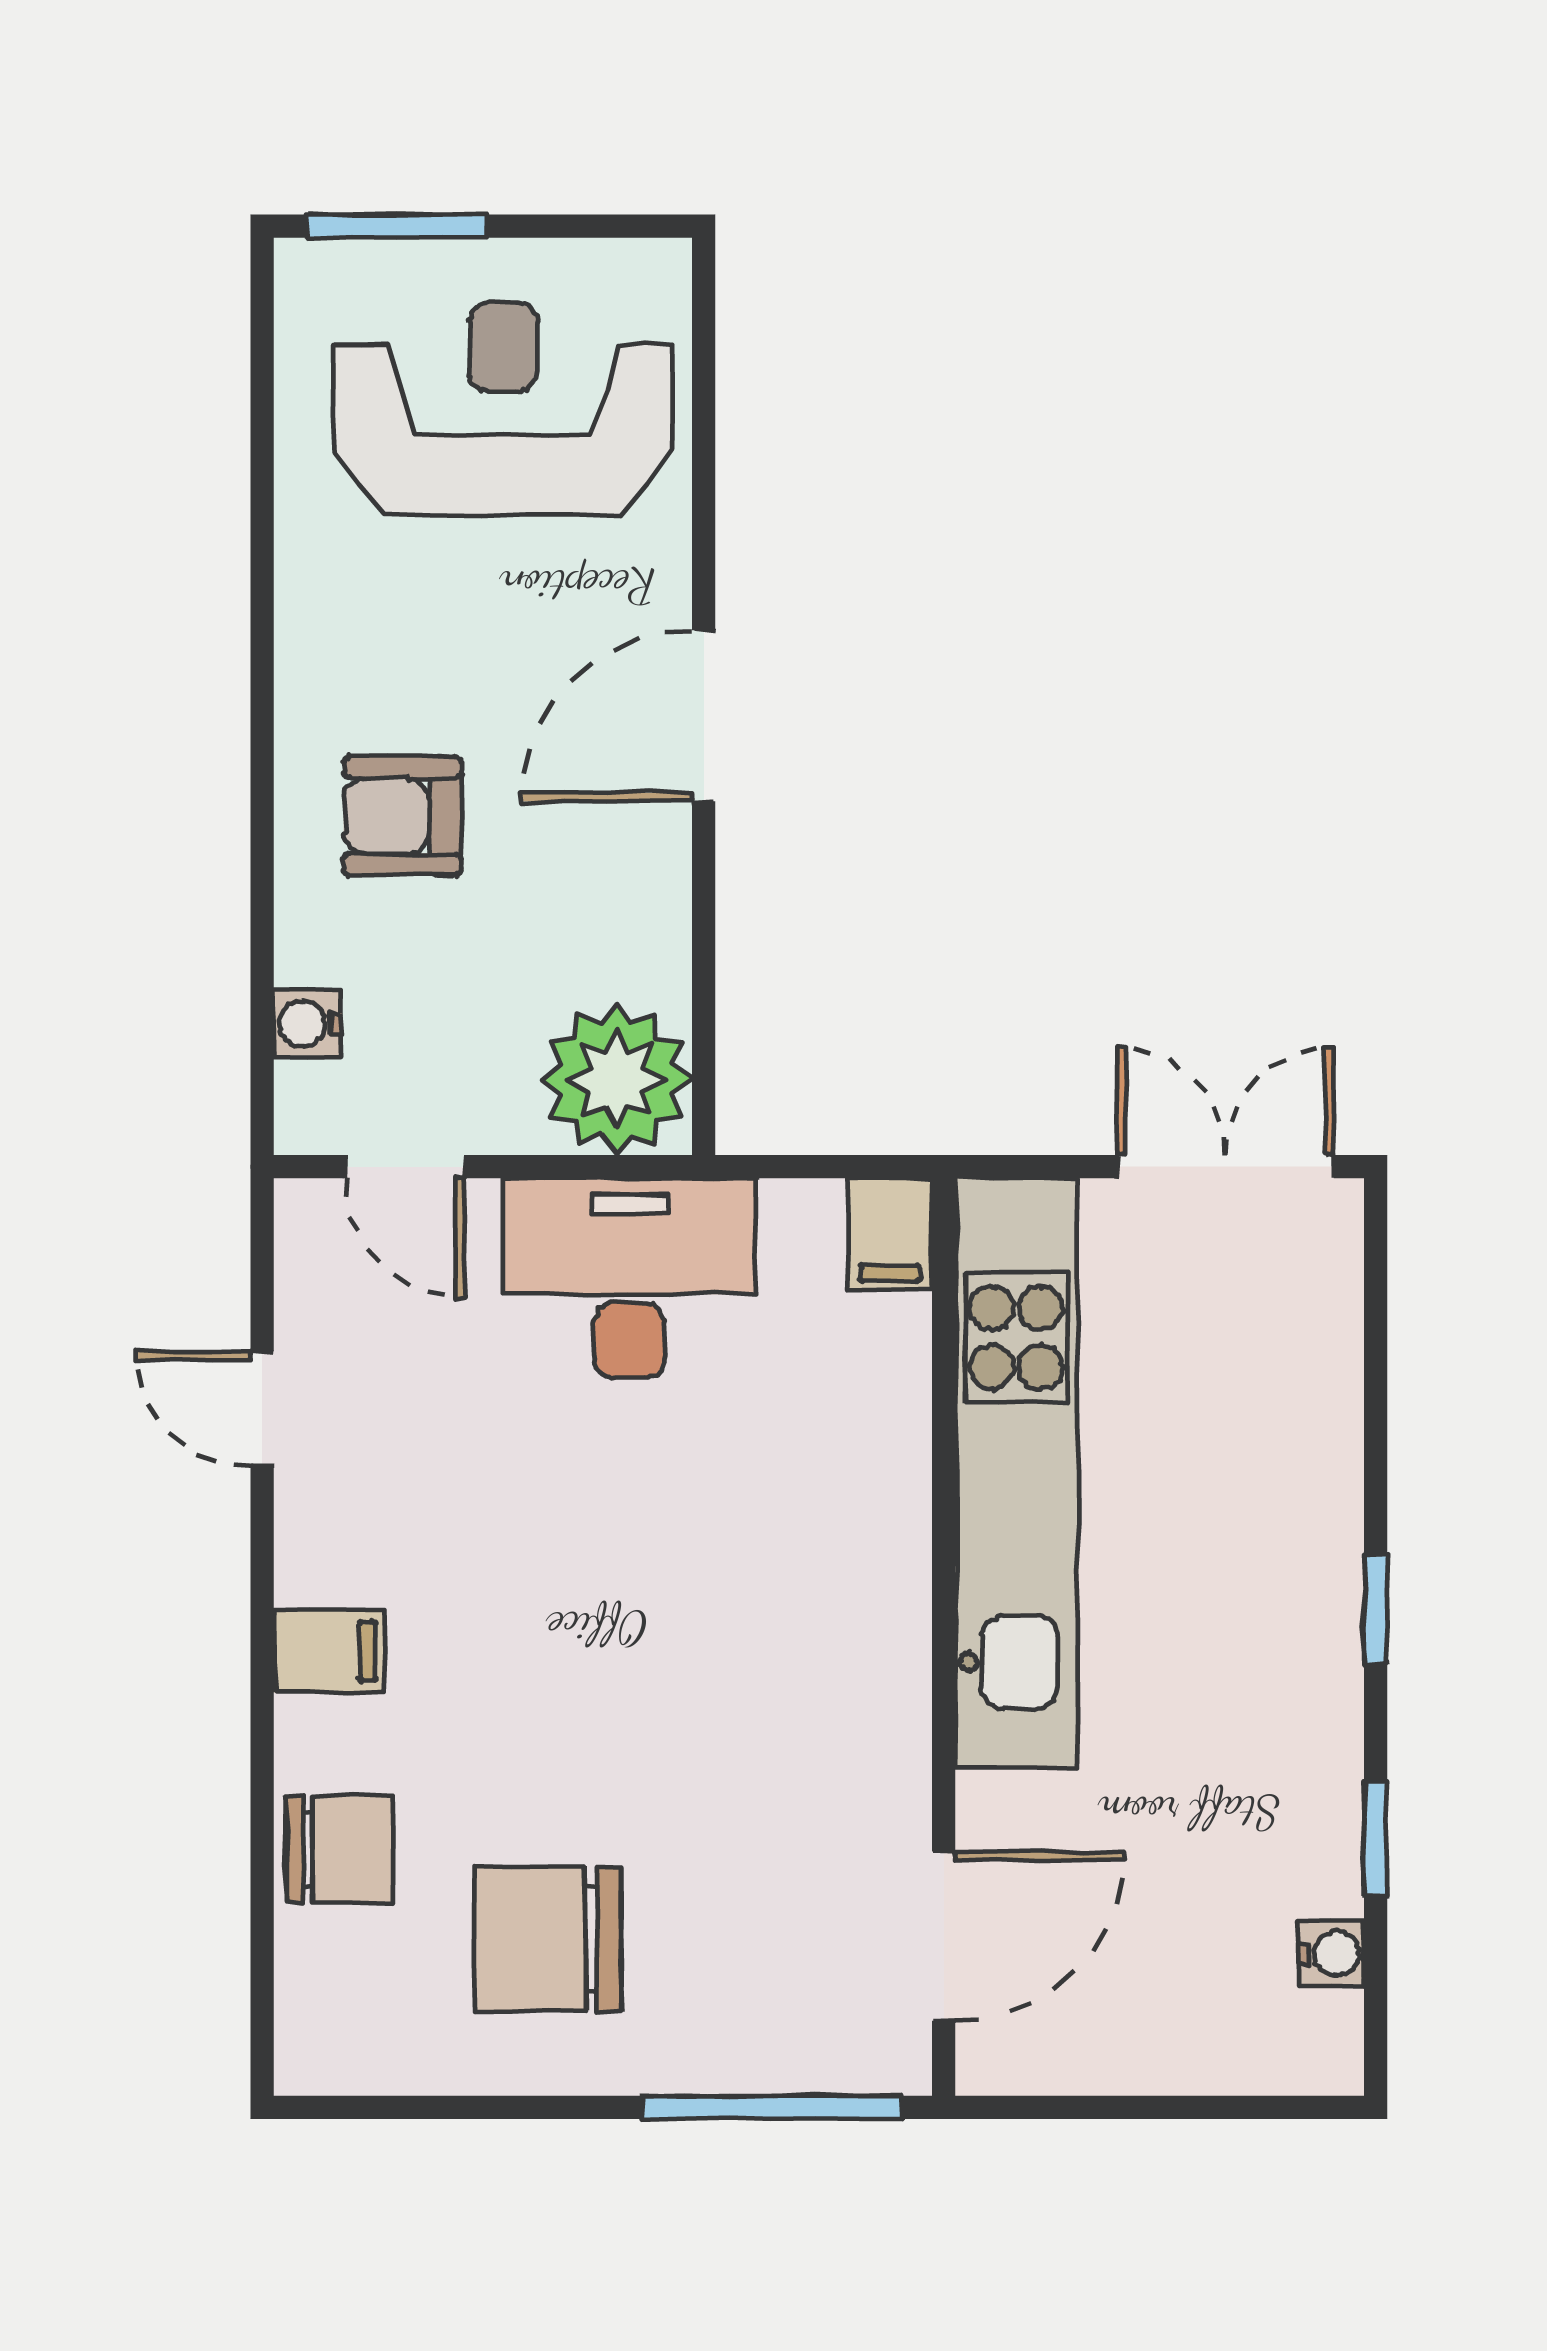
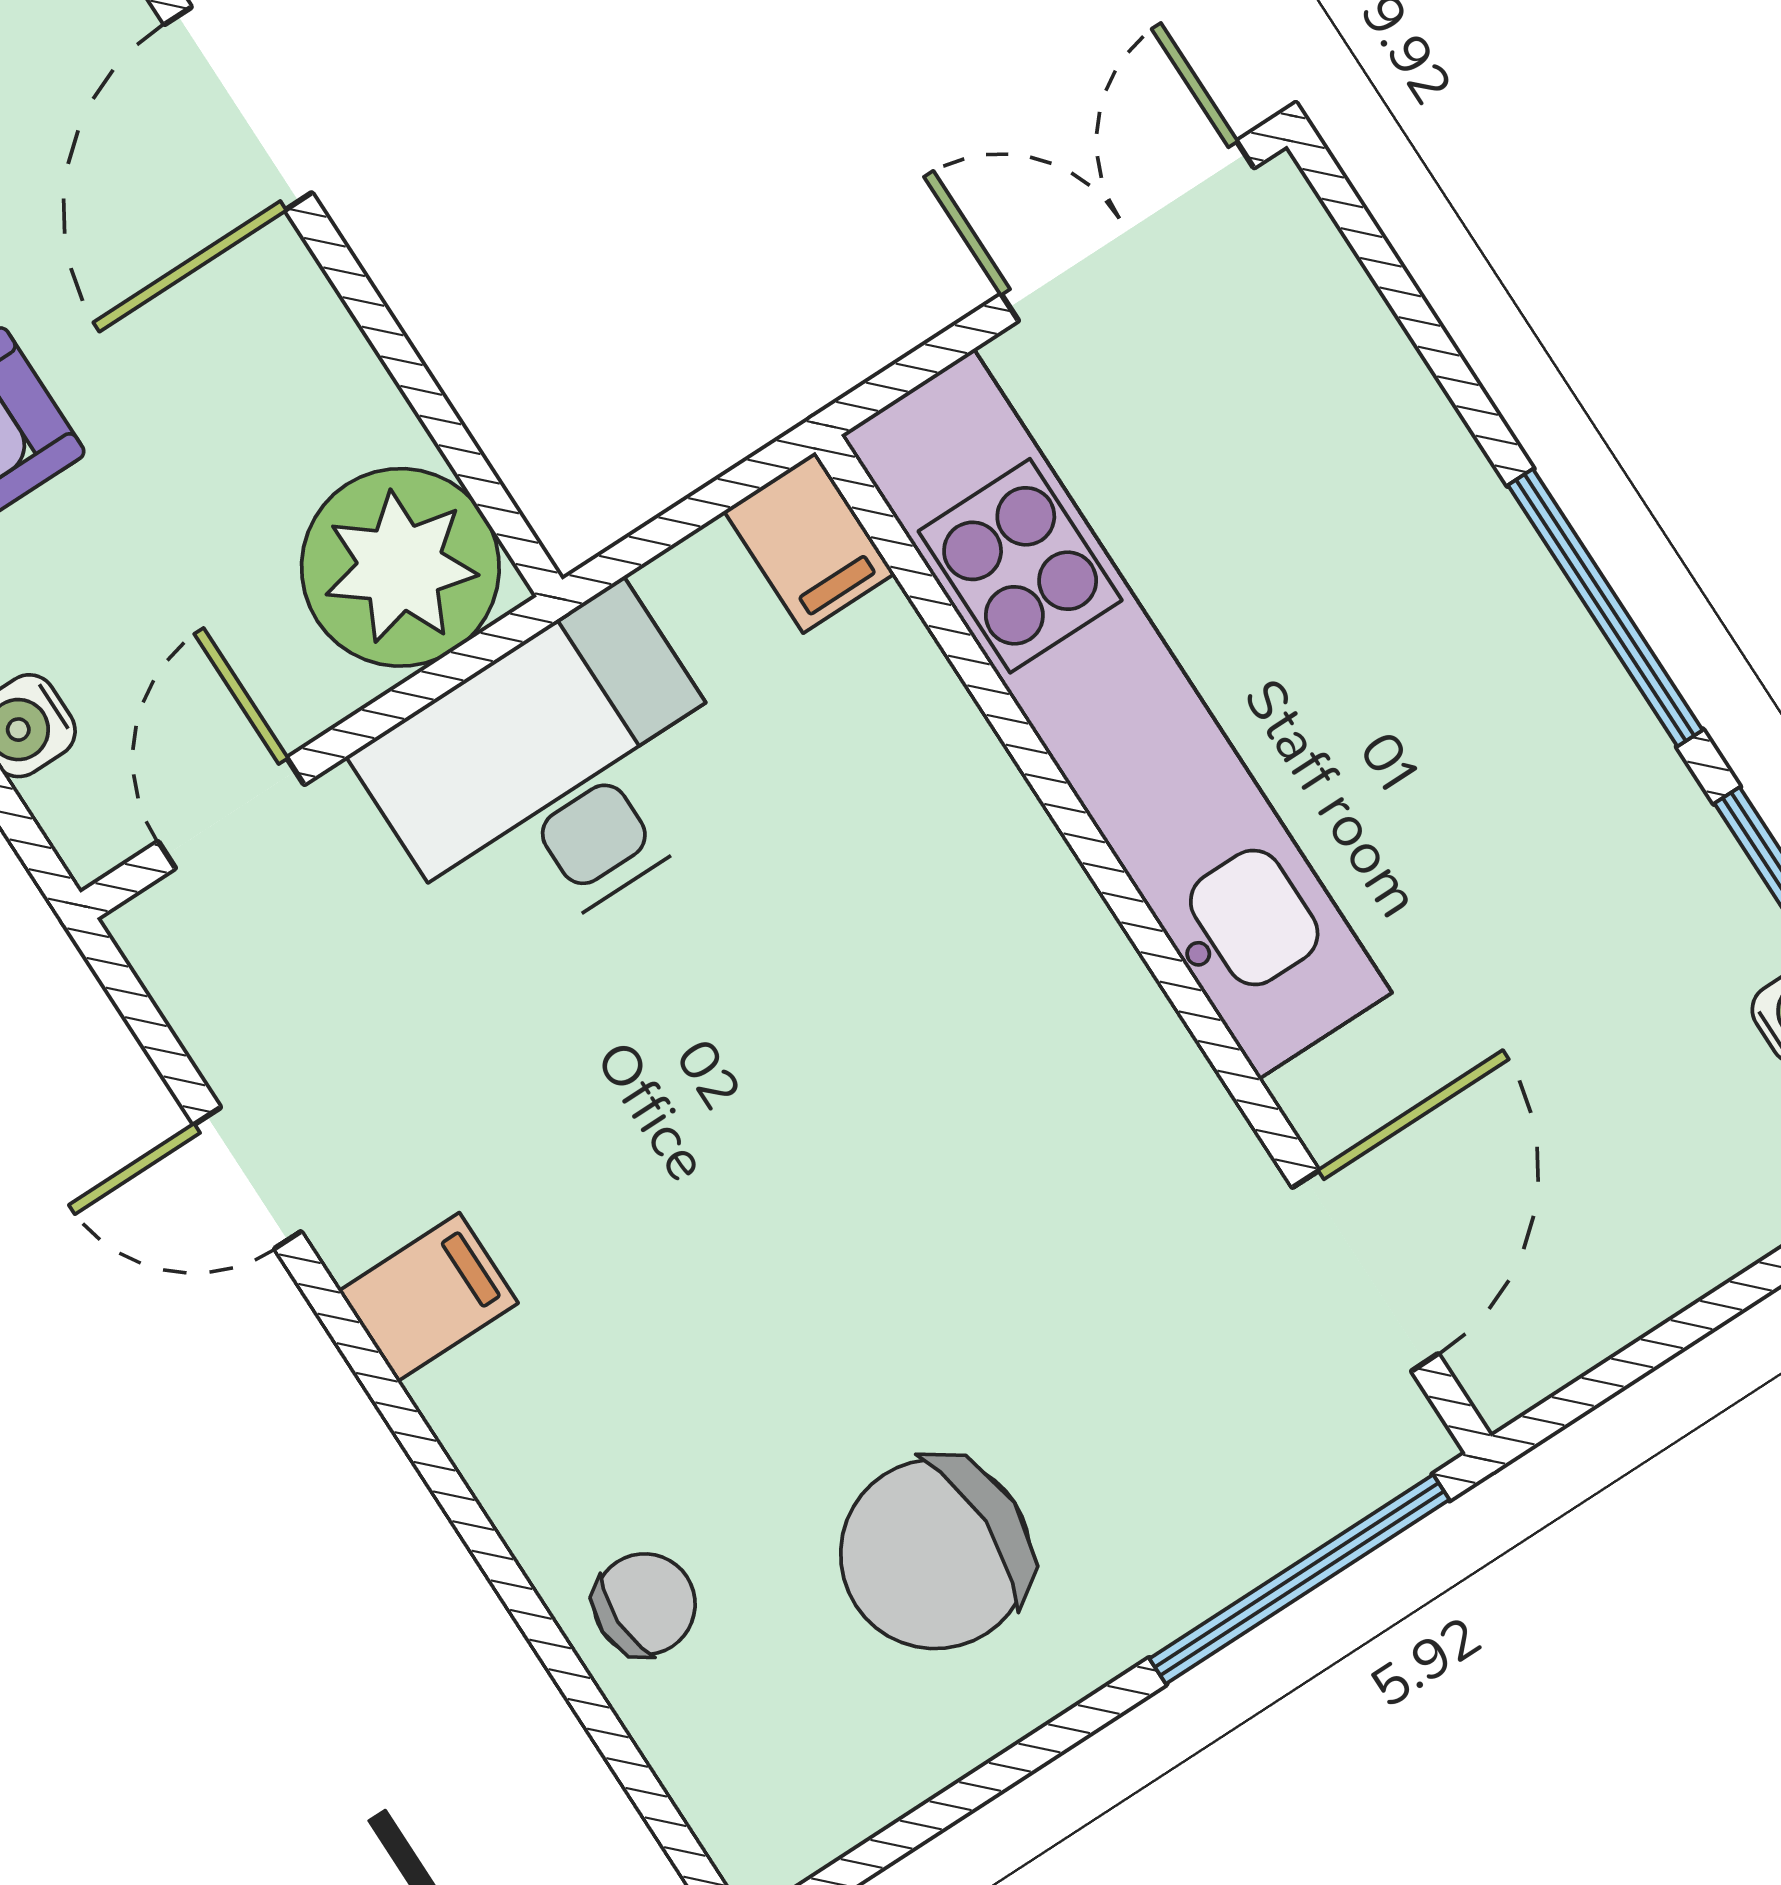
door: (404, 1167) -> (231, 813), swing flipped
window: (1376, 1609) -> (1605, 608), width x2.17
filing cabinet: (329, 1651) -> (428, 1297), moved
chair: (340, 1849) -> (645, 1604), width x0.73, depth x0.73

